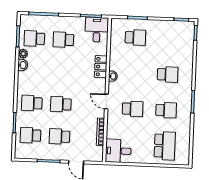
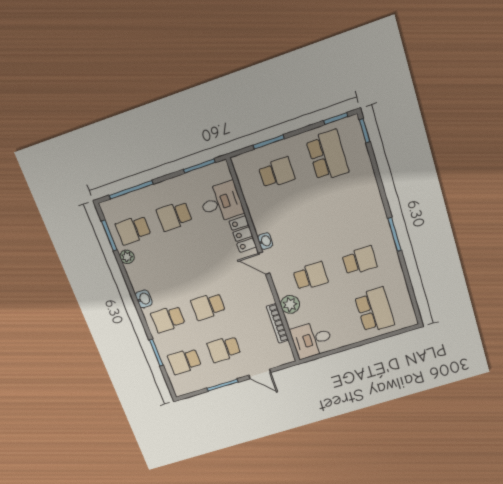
desk: (97, 30) -> (221, 202), moved, turned 90
washbasin: (23, 65) -> (144, 299), moved
school desk: (168, 74) -> (327, 156), moved, width x1.85
door: (106, 101) -> (264, 263), moved
plant: (113, 122) -> (290, 304), added

